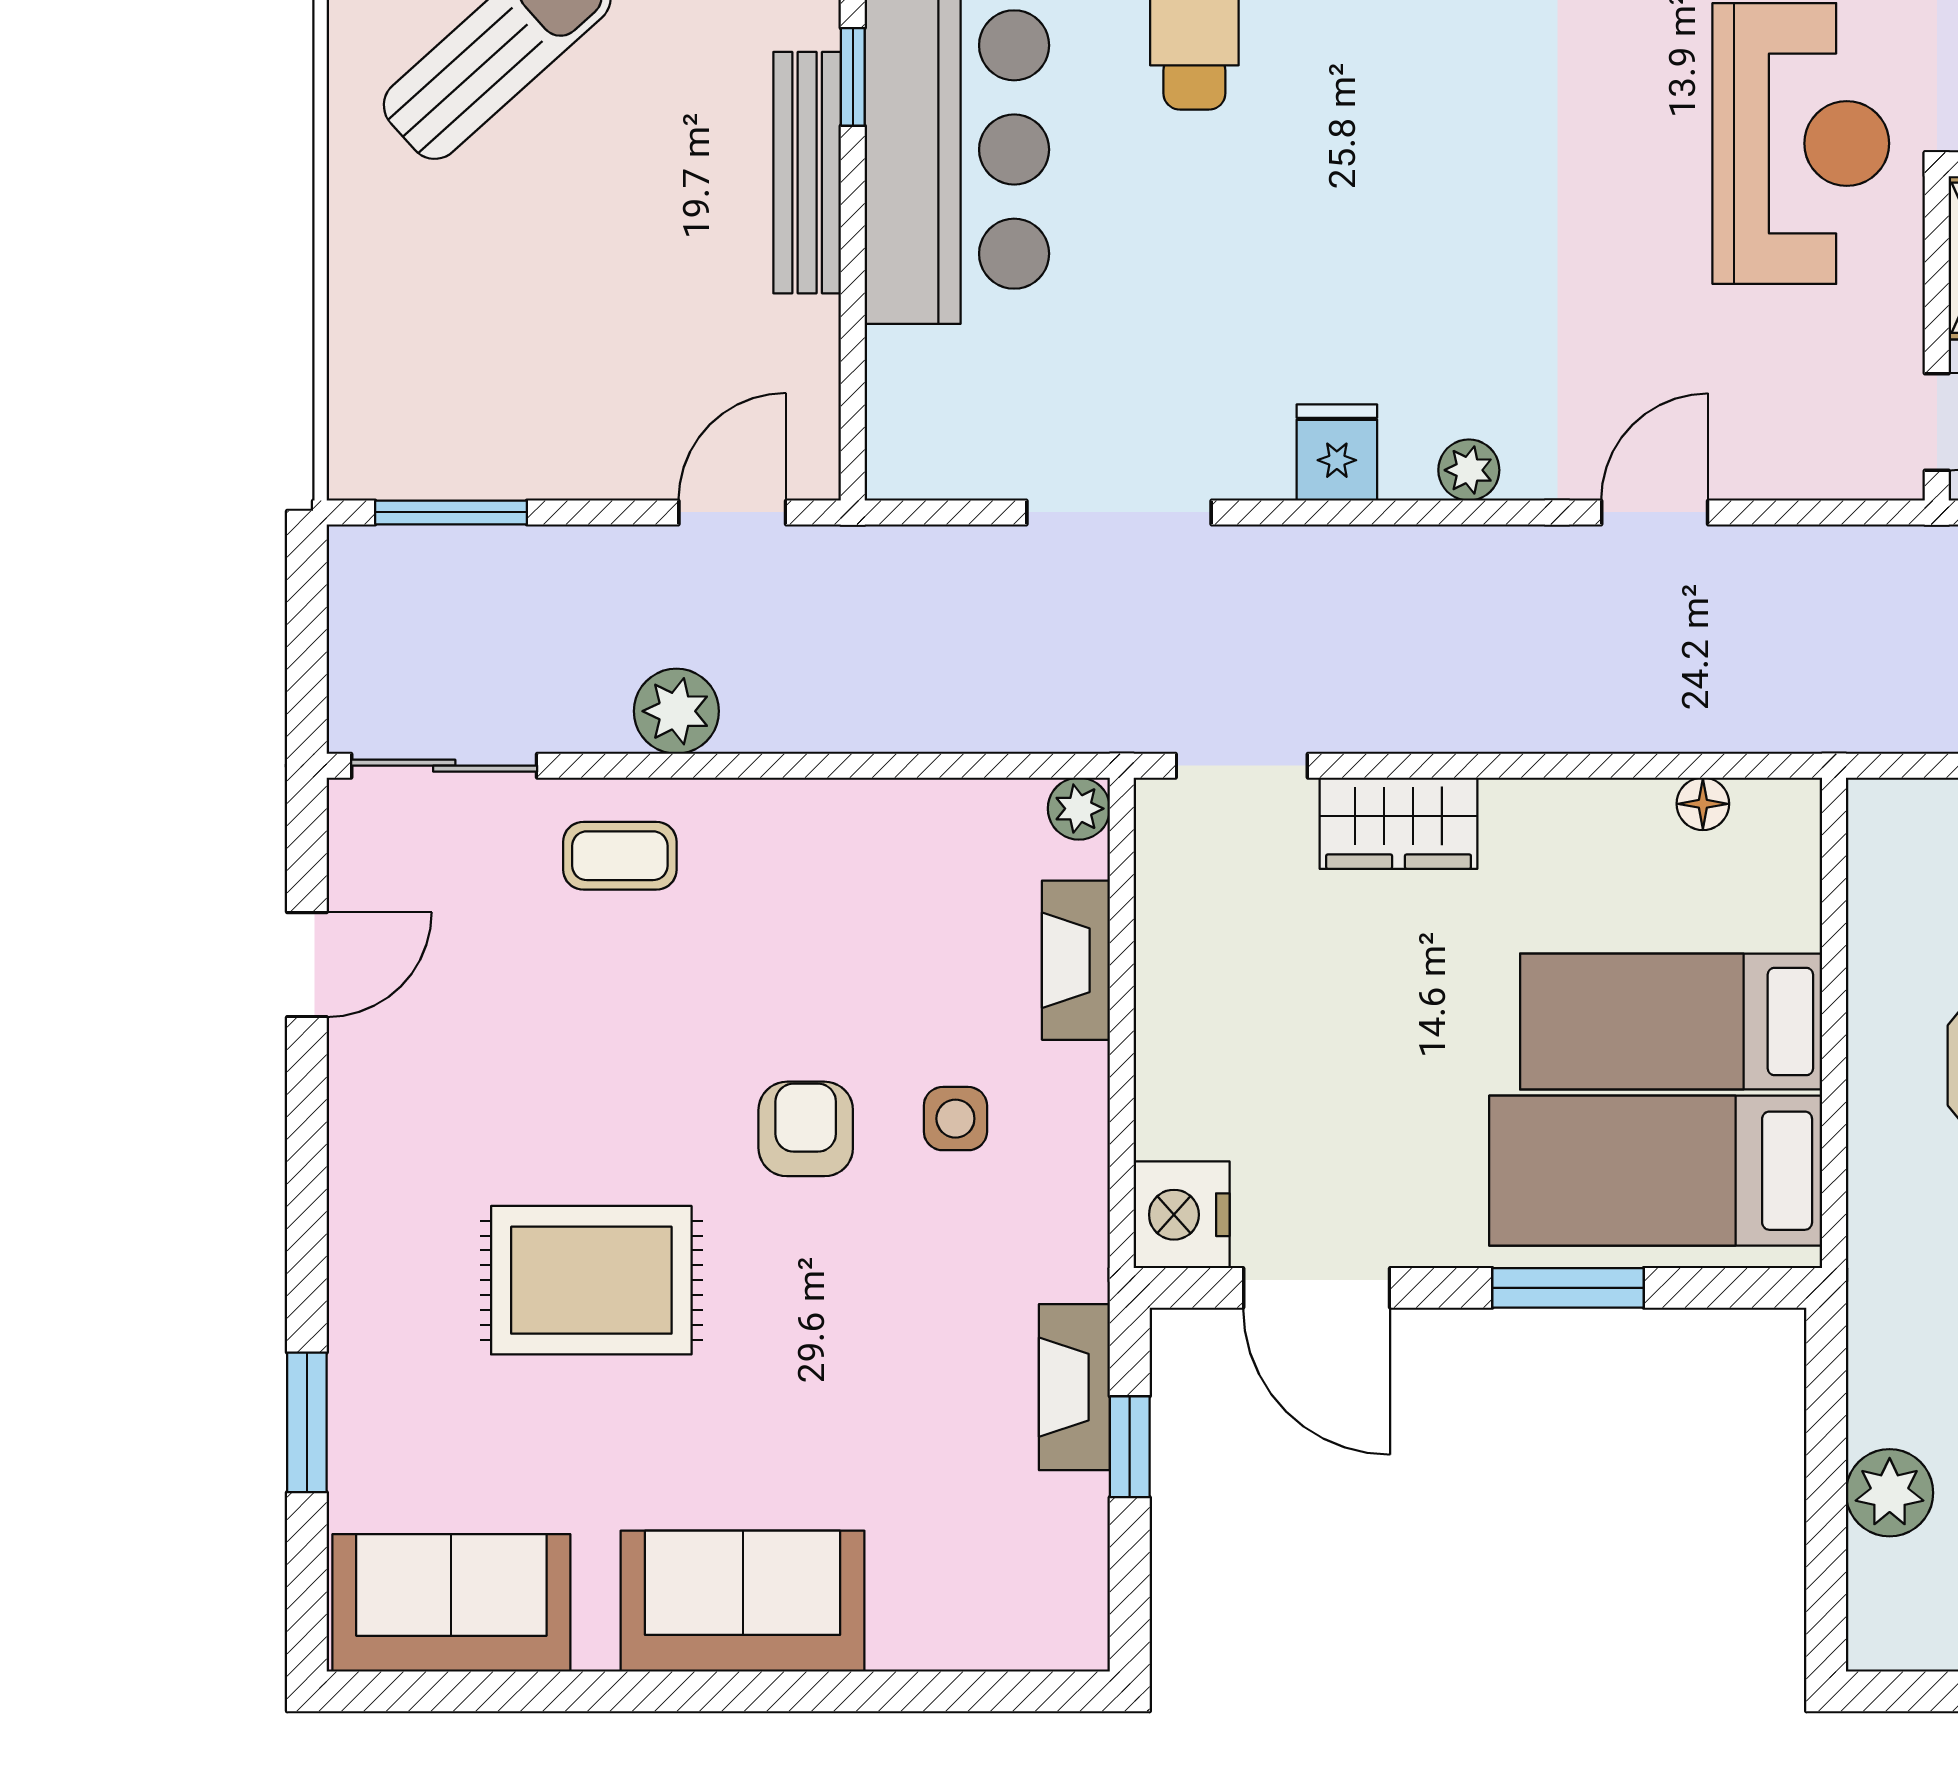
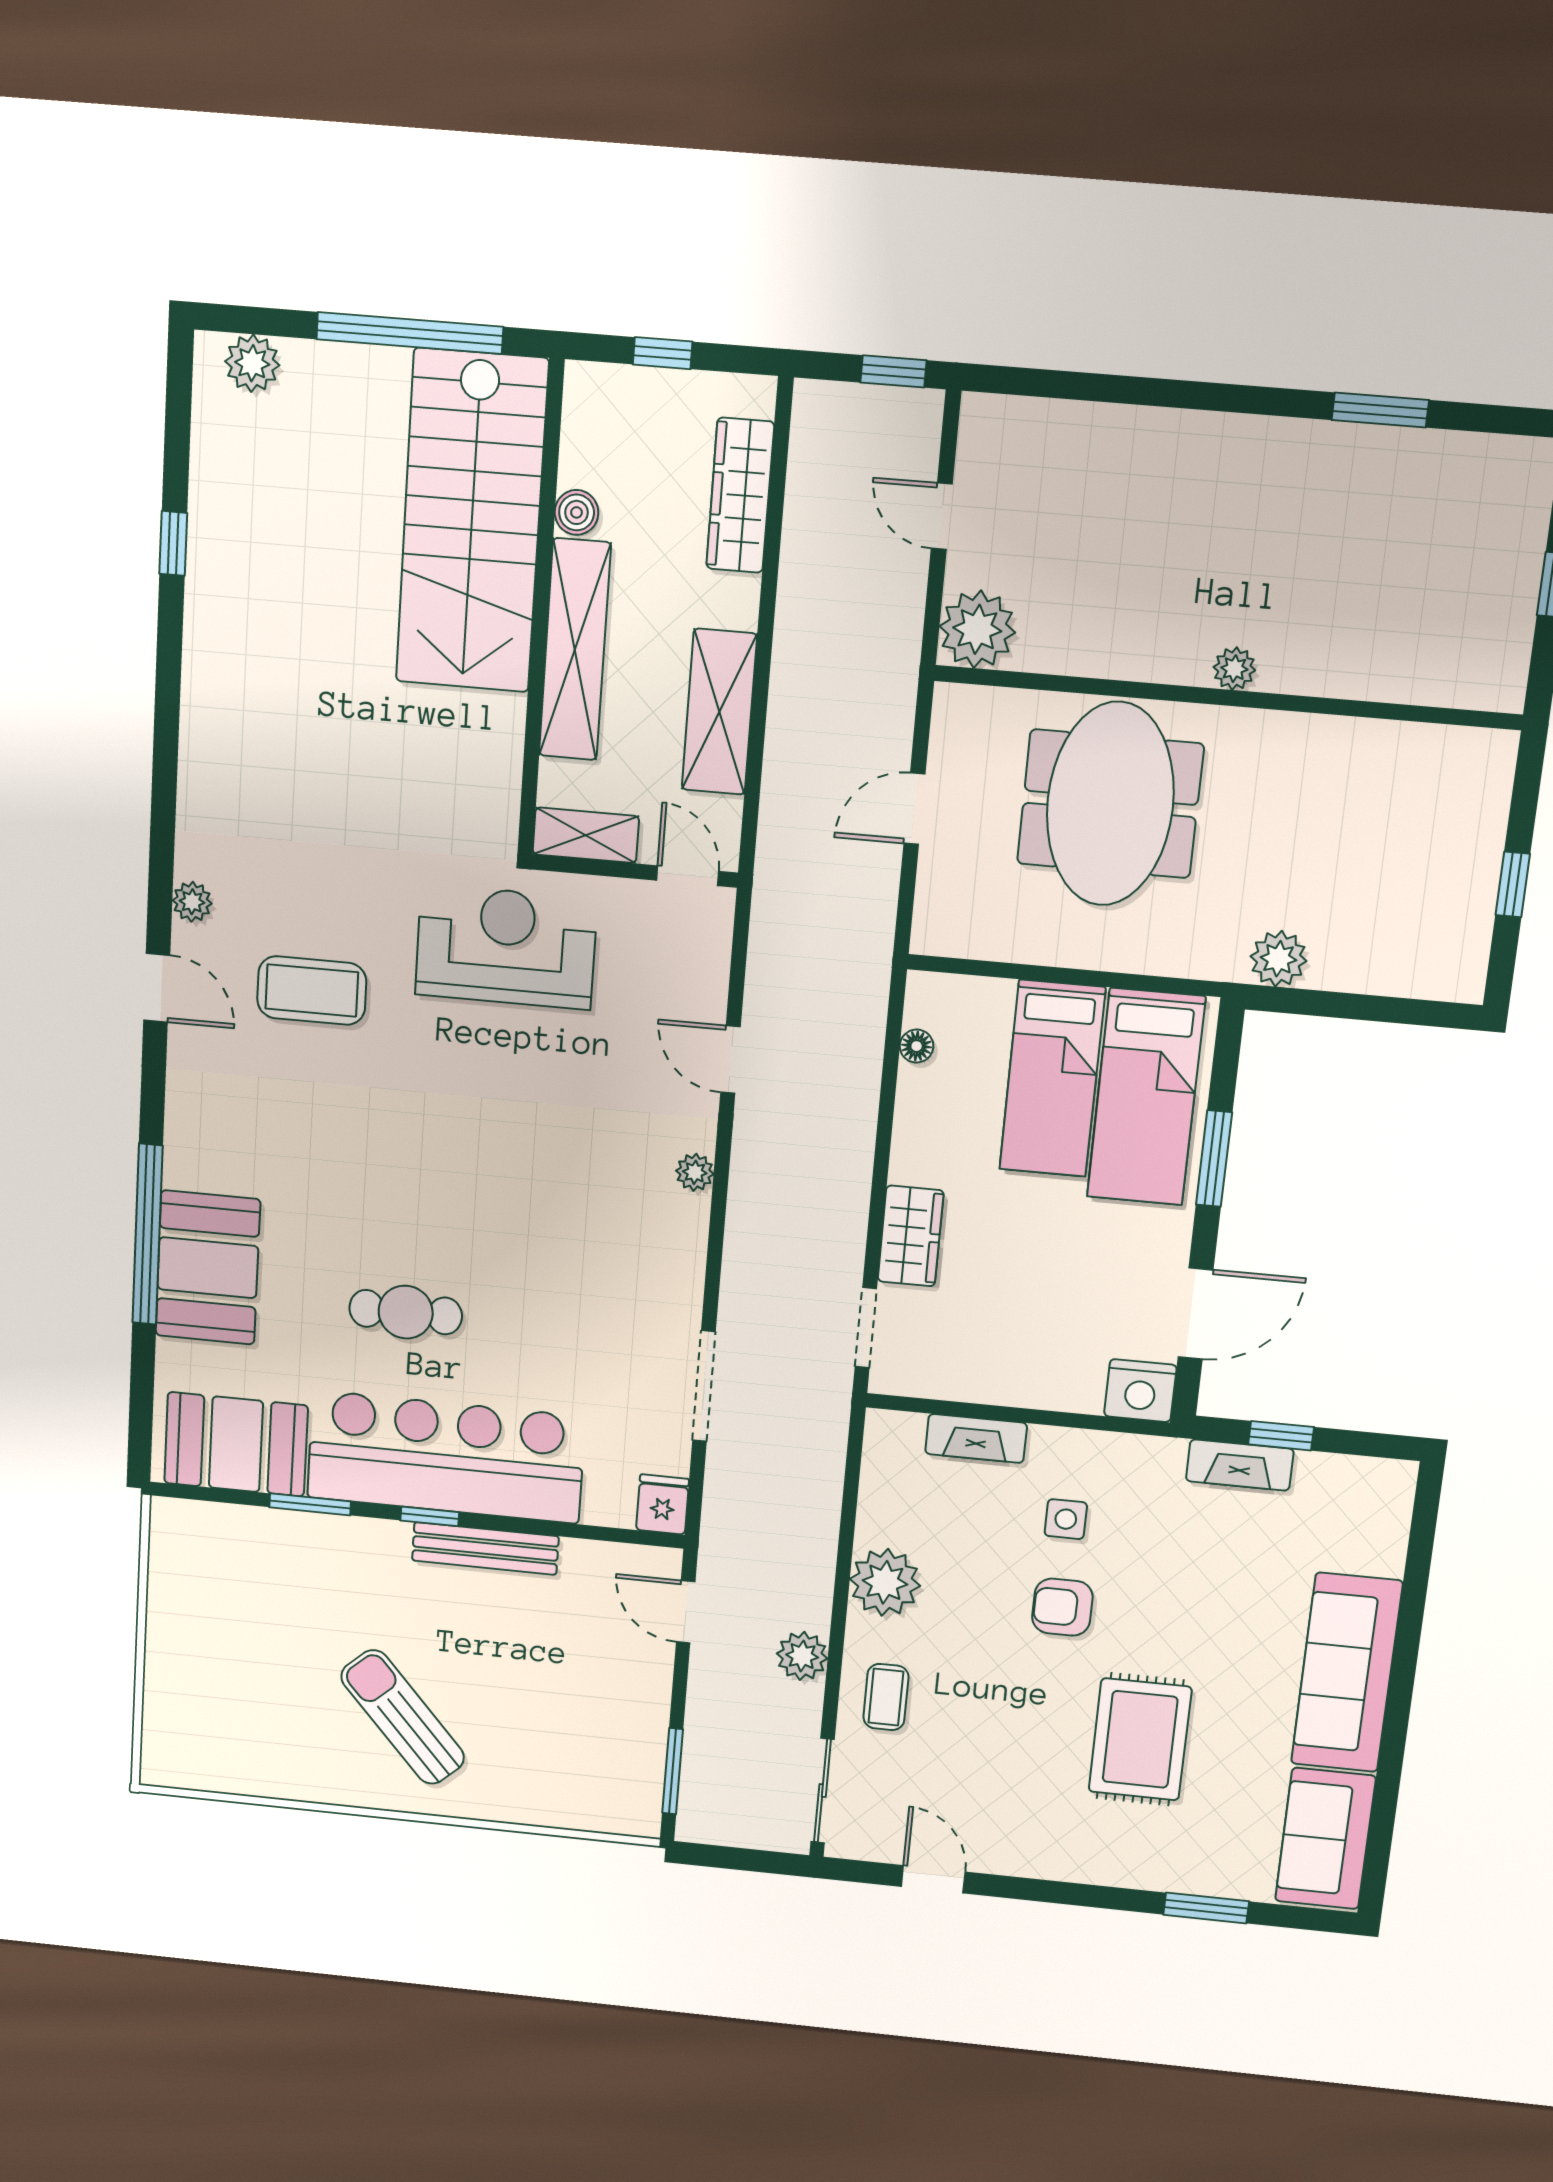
fridge: (1337, 452) -> (663, 1504), moved, turned 90
plant: (1079, 809) -> (885, 1582), moved, width x1.88, depth x1.88
plant: (1890, 1493) -> (1278, 959), moved
sofa: (743, 1601) -> (1347, 1673), width x1.36

